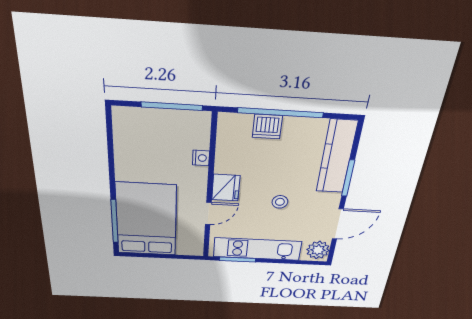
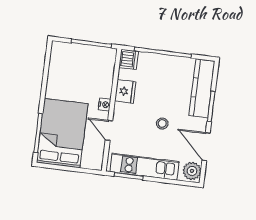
dishwasher: (267, 127) -> (129, 59), moved, turned -90
nightstand: (201, 158) -> (105, 105), moved
fridge: (226, 188) -> (125, 91), moved
door: (208, 213) -> (109, 130), swing flipped
door: (338, 224) -> (206, 147), swing flipped

